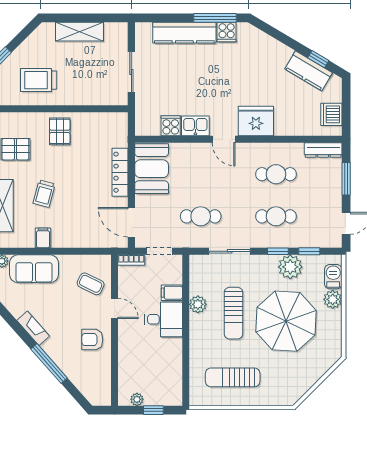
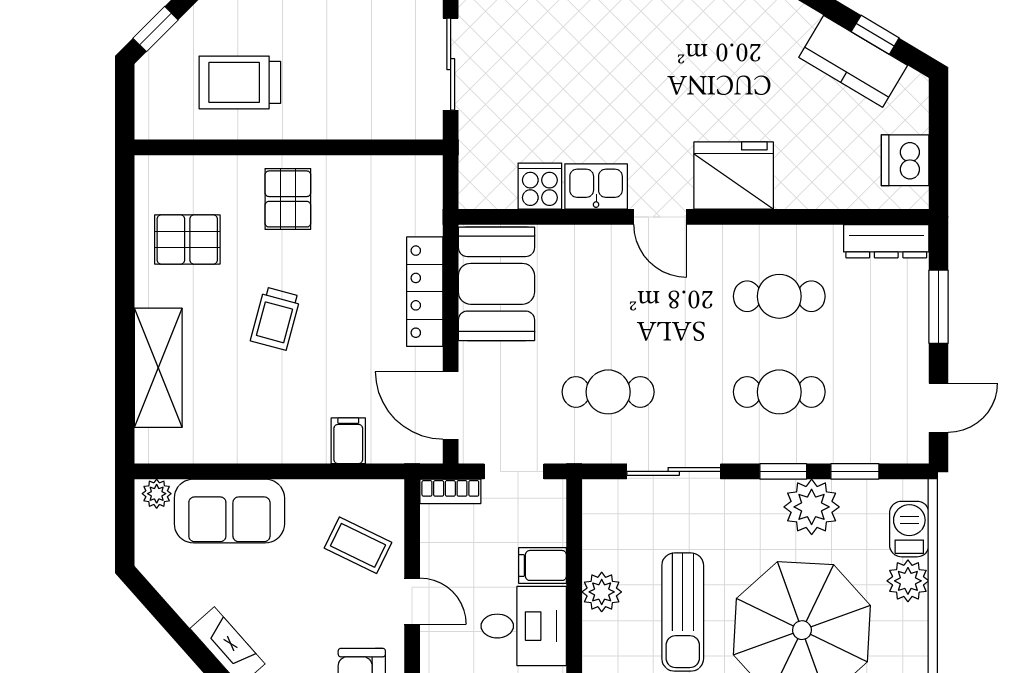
trolley: (44, 194) -> (275, 319), moved
filing cabinet: (43, 238) -> (348, 441), moved

